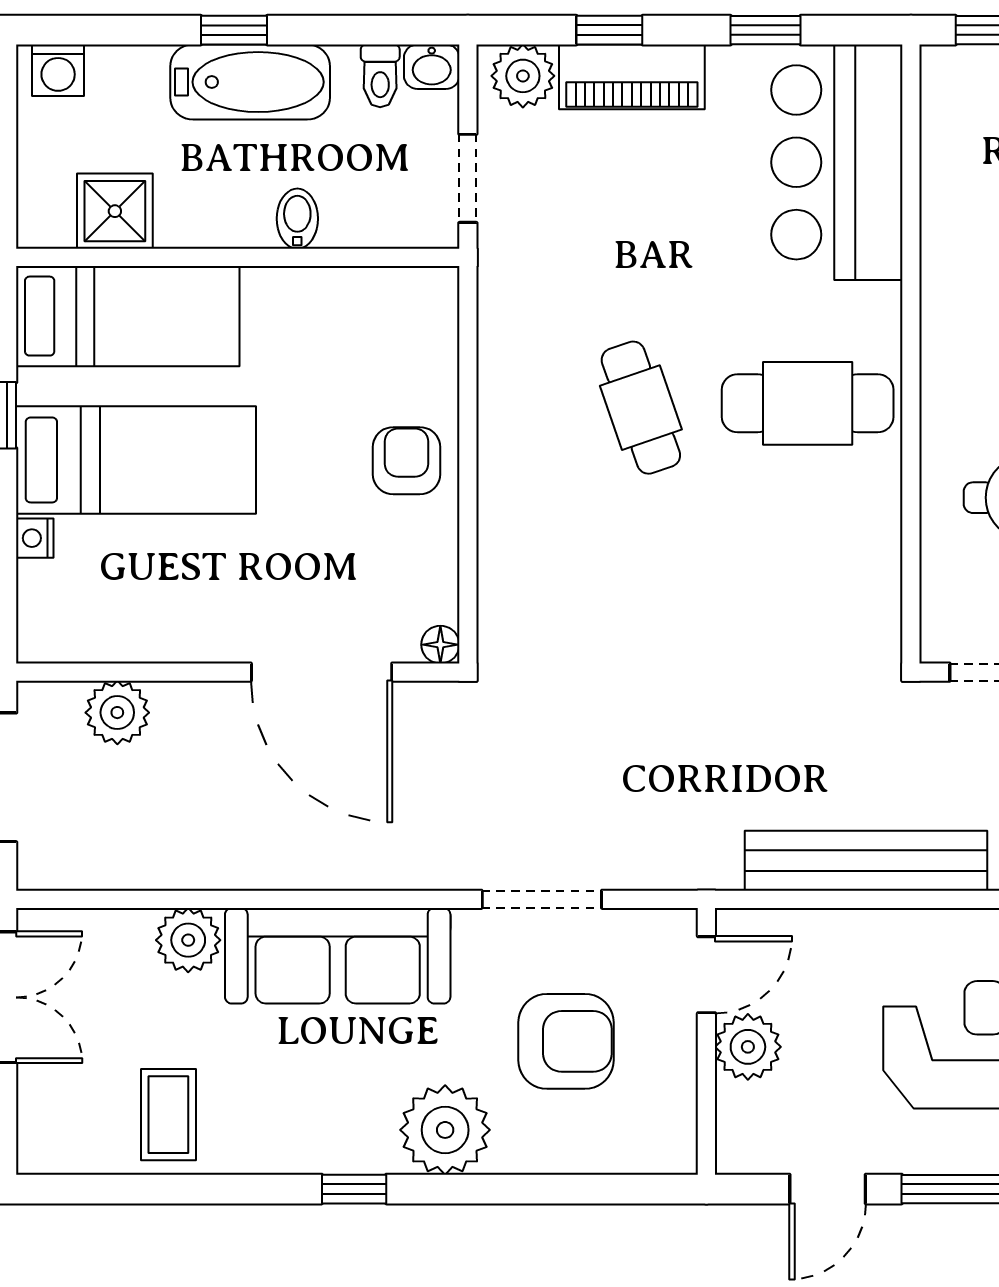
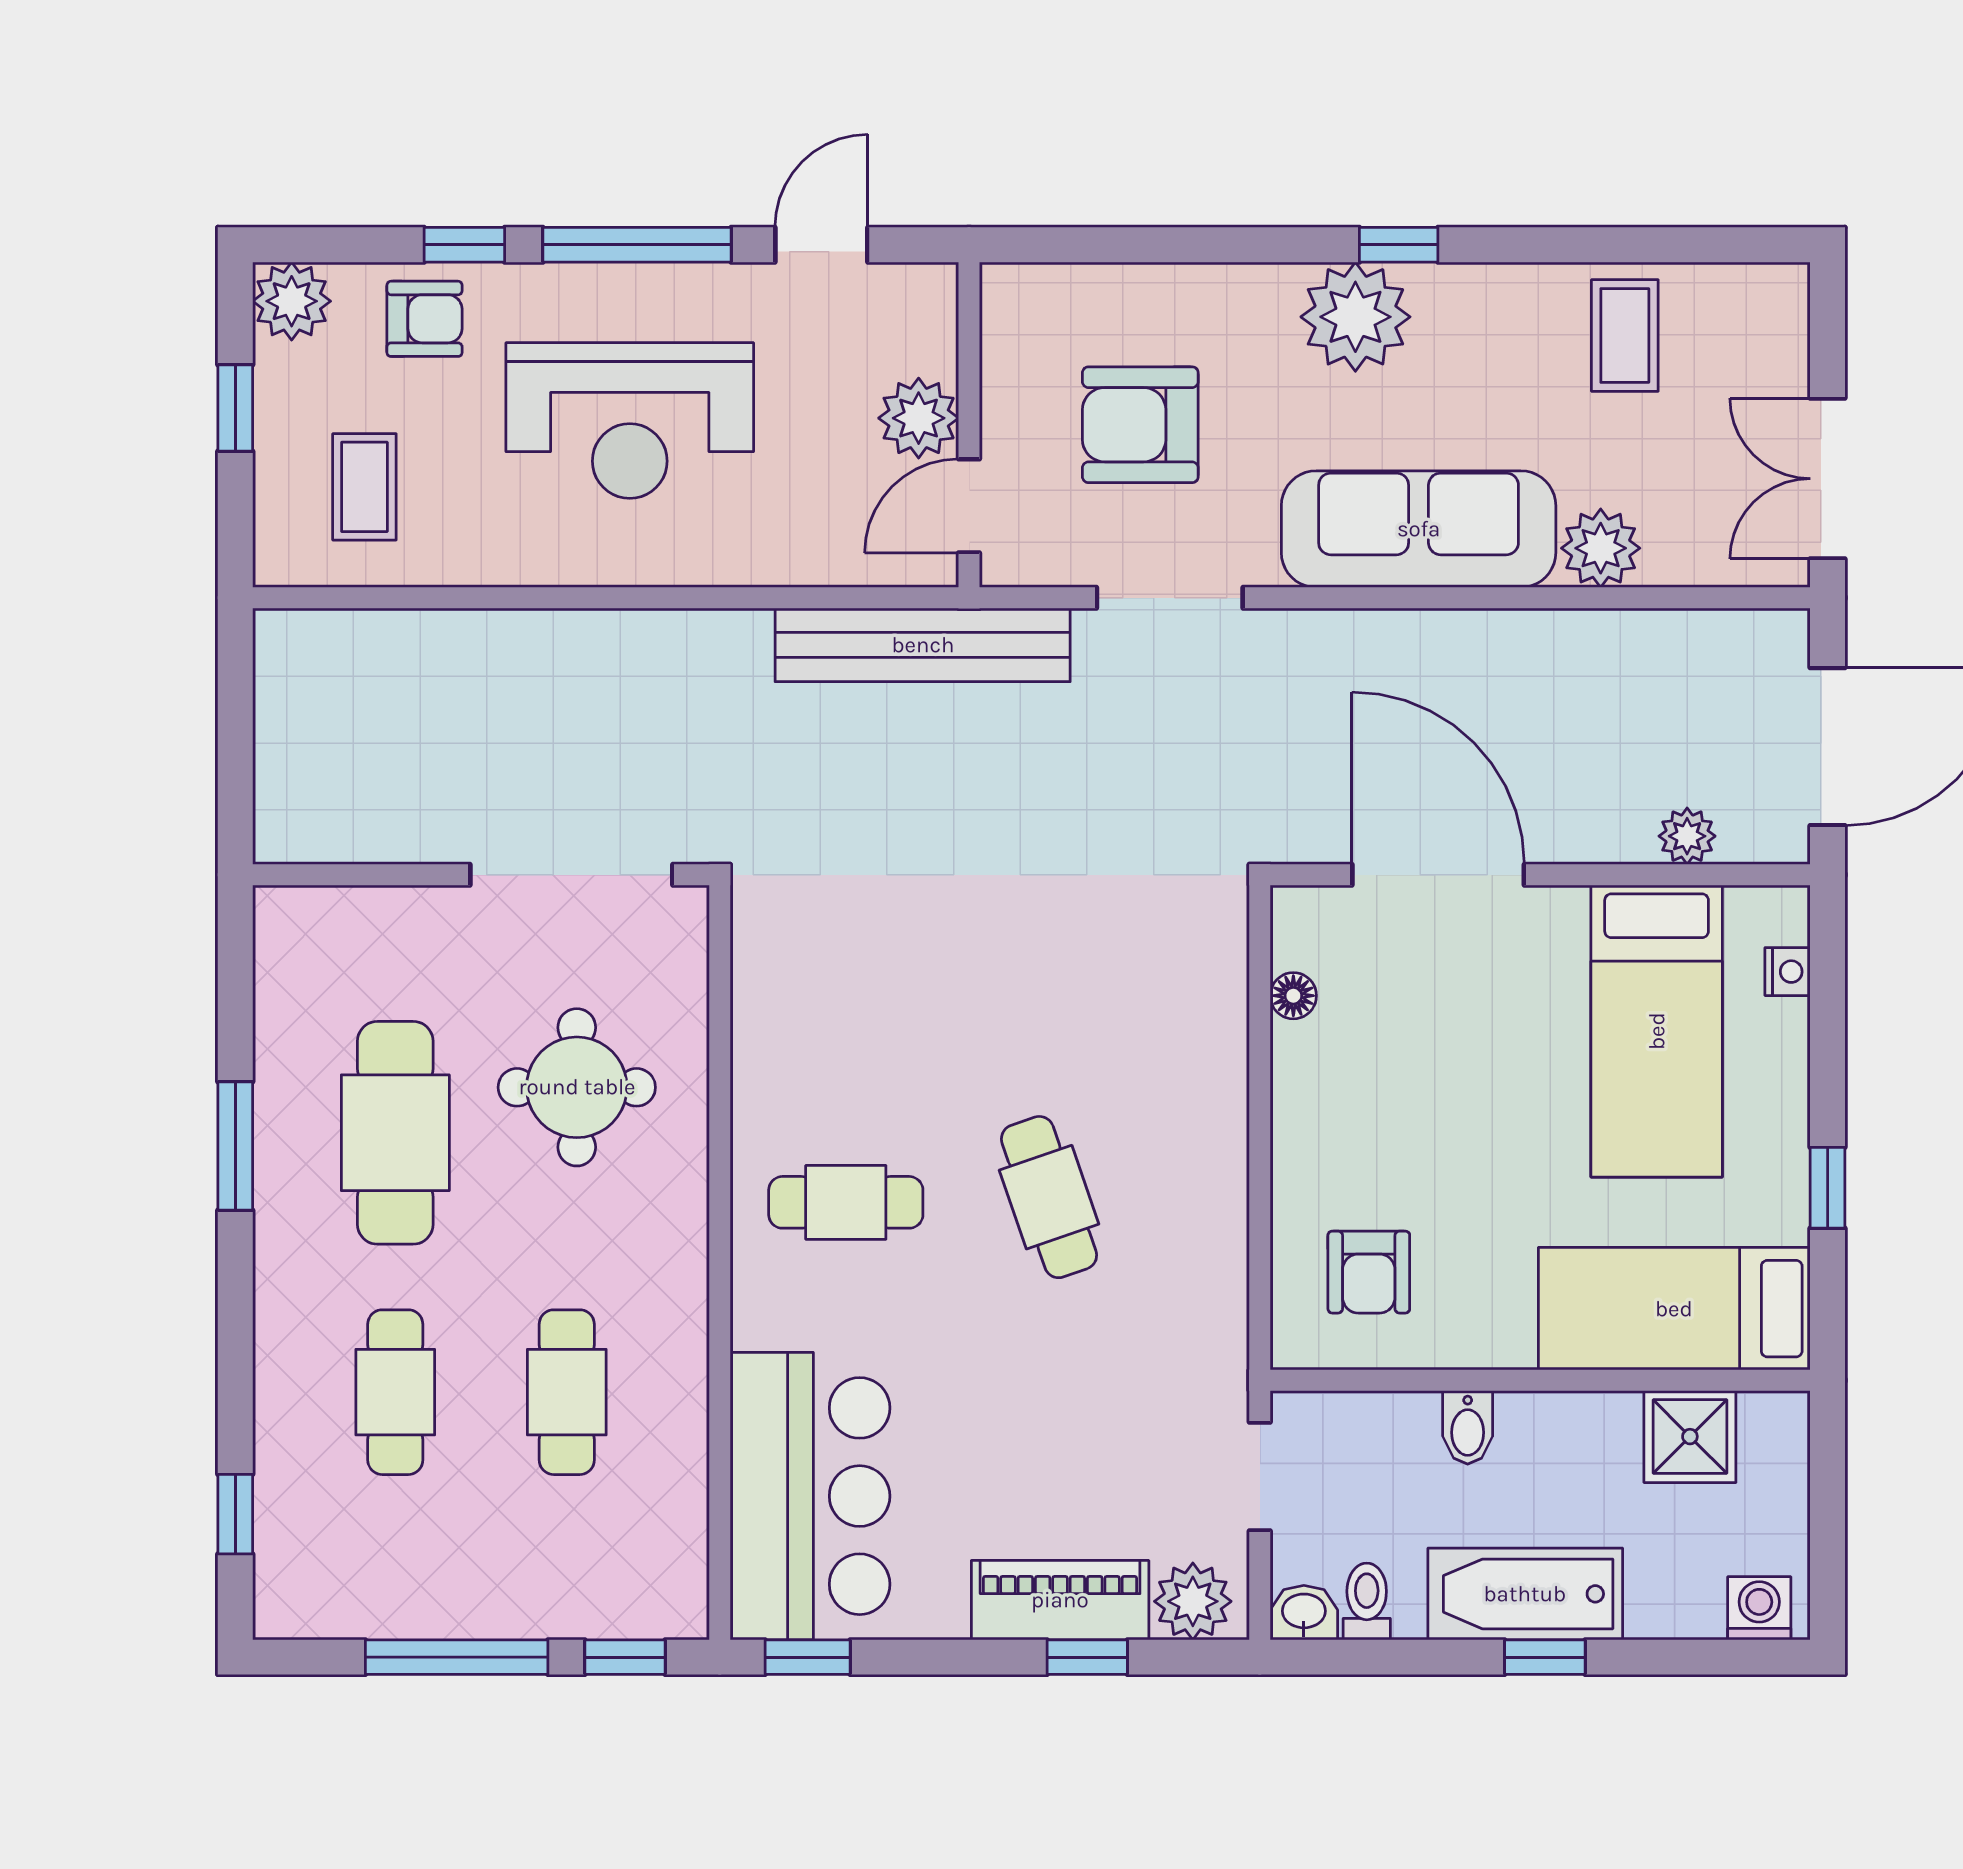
window: (766, 30) -> (808, 1657), moved
cafe table: (808, 403) -> (846, 1202), width x0.73, depth x0.74
bed: (136, 460) -> (1657, 1031), moved, turned -90
armchair: (406, 461) -> (1369, 1272), moved
nightstand: (35, 538) -> (1788, 972), moved
floor lamp: (440, 645) -> (1293, 996), moved
plant: (117, 713) -> (1687, 836), width x0.73, depth x0.73
bench: (866, 861) -> (923, 645), moved
plant: (445, 1130) -> (1355, 317), moved

